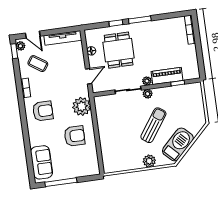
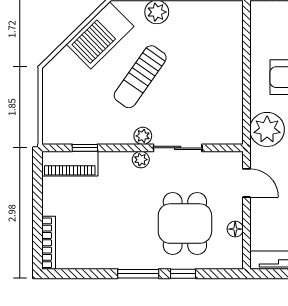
door: (89, 76) -> (247, 183), swing flipped
piano: (167, 76) -> (70, 164), moved

